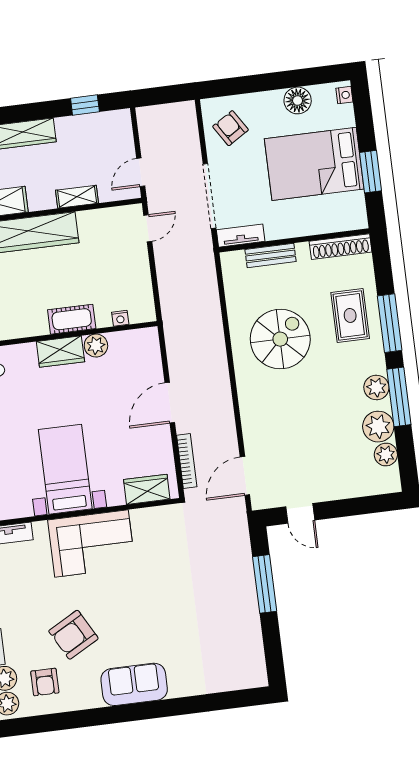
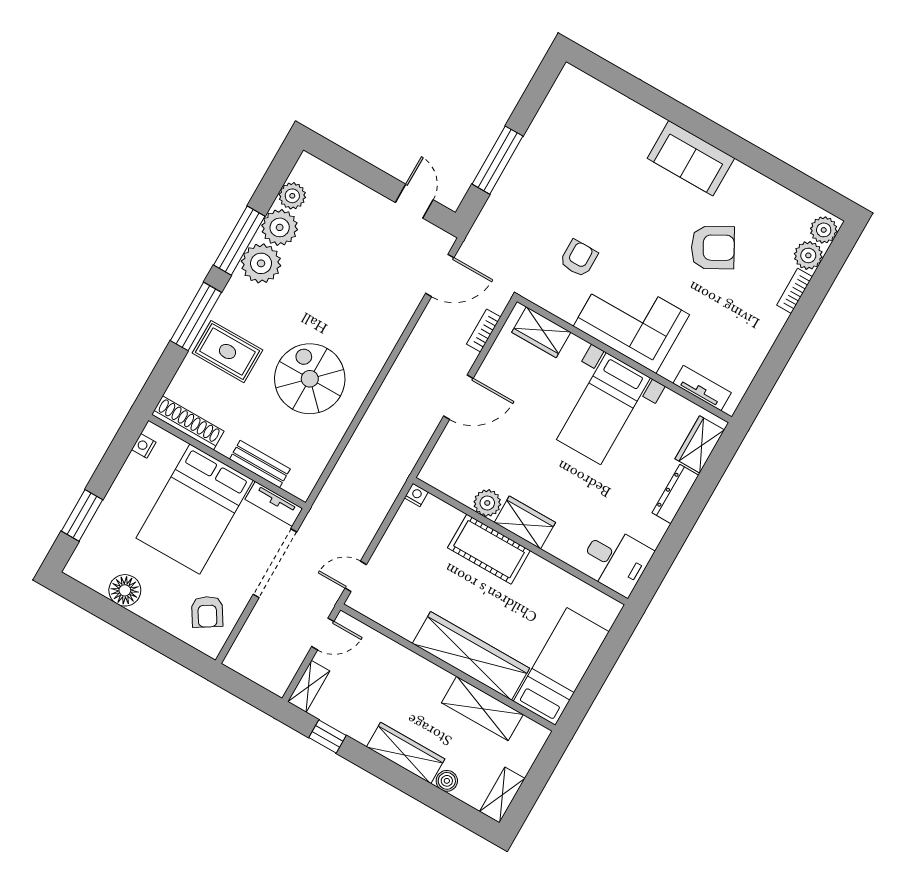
nightstand: (344, 95) -> (144, 446), moved
bed: (314, 164) -> (195, 509), moved, turned 90
window: (370, 172) -> (82, 515), moved
shelving: (77, 197) -> (309, 686), moved, turned 90
rug: (350, 315) -> (227, 352), turned 90
nightstand: (120, 318) -> (416, 495), moved
cot: (72, 319) -> (489, 549), width x1.37, depth x1.34
spiral stairs: (280, 339) -> (310, 379), turned 90
plant: (376, 387) -> (261, 263), width x1.36, depth x1.36
bookcase: (187, 461) -> (484, 331), width x0.64
armchair: (45, 682) -> (579, 258), moved

